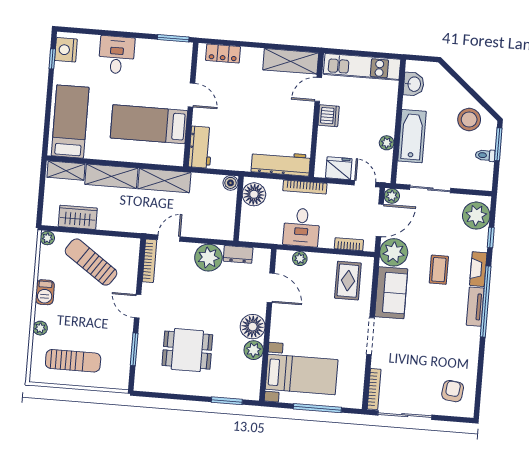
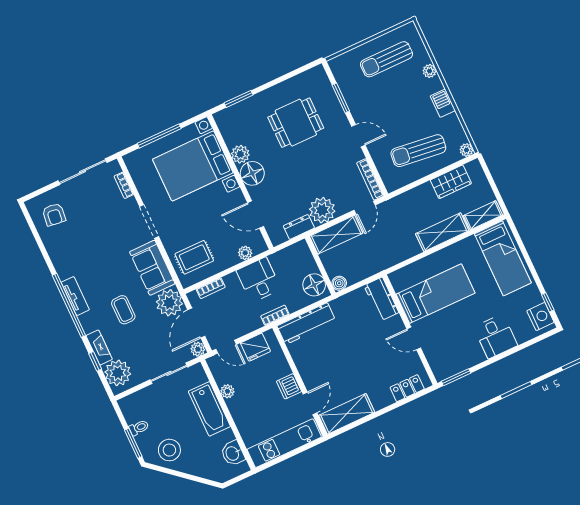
shelving: (164, 181) -> (336, 235), moved
bookcase: (305, 187) -> (275, 315), width x0.64
sun lounger: (91, 262) -> (418, 151), turned 152
fireplace: (478, 269) -> (99, 347), moved
rug: (348, 281) -> (194, 257), turned 90
bed with nightstands: (302, 374) -> (193, 166), width x1.36
bookcase: (374, 389) -> (124, 185), width x0.64

